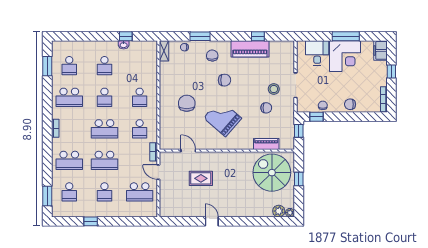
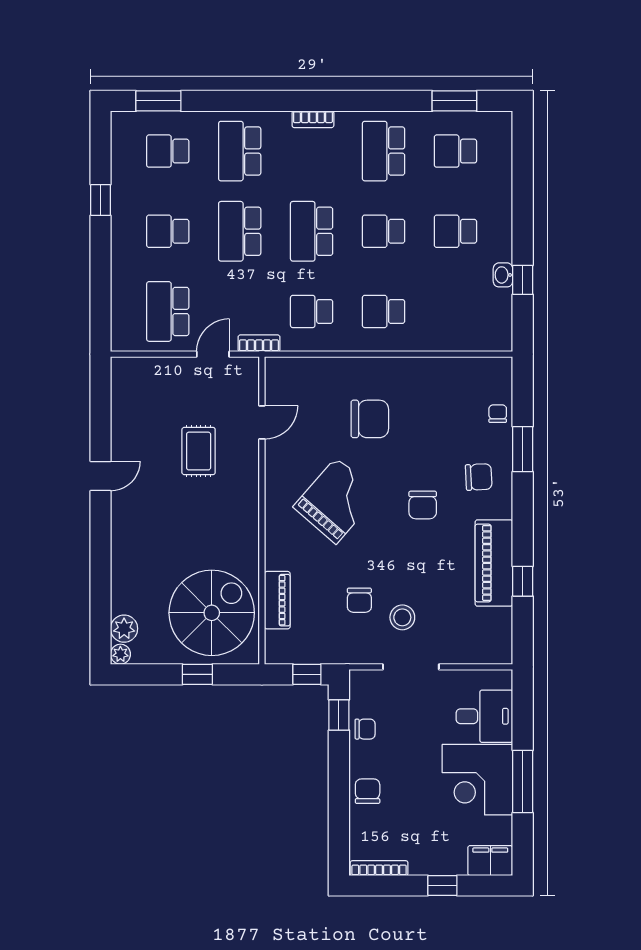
shelving: (164, 51) -> (489, 367), removed

